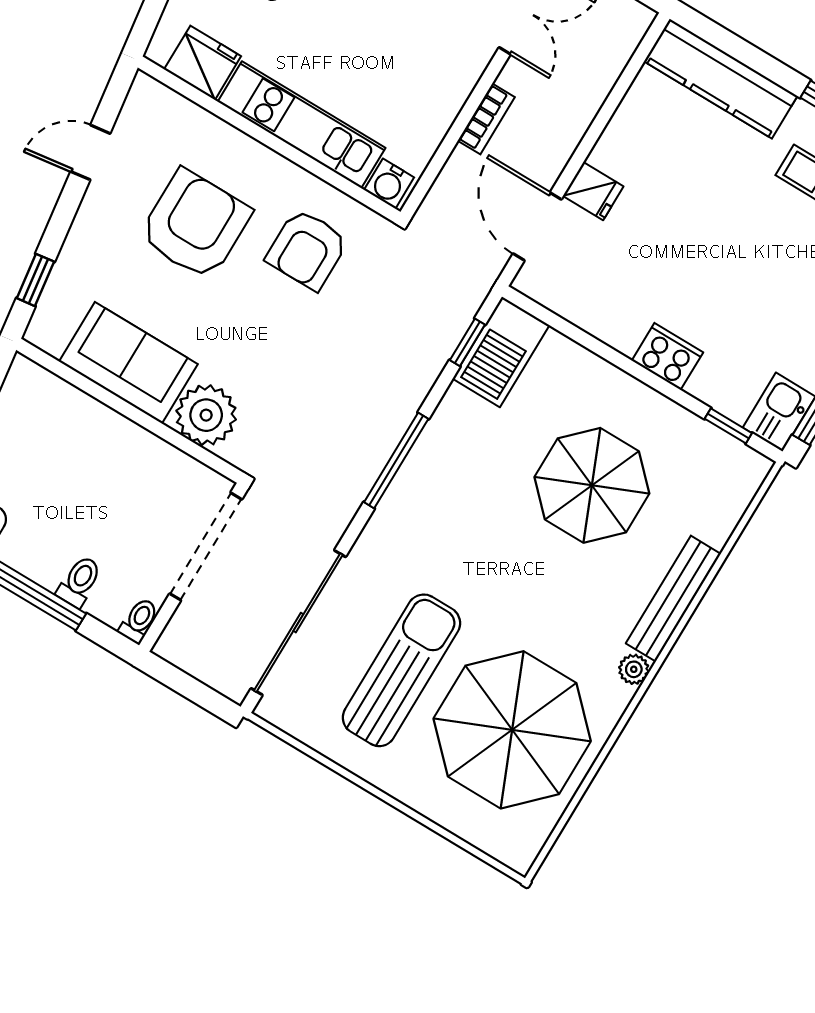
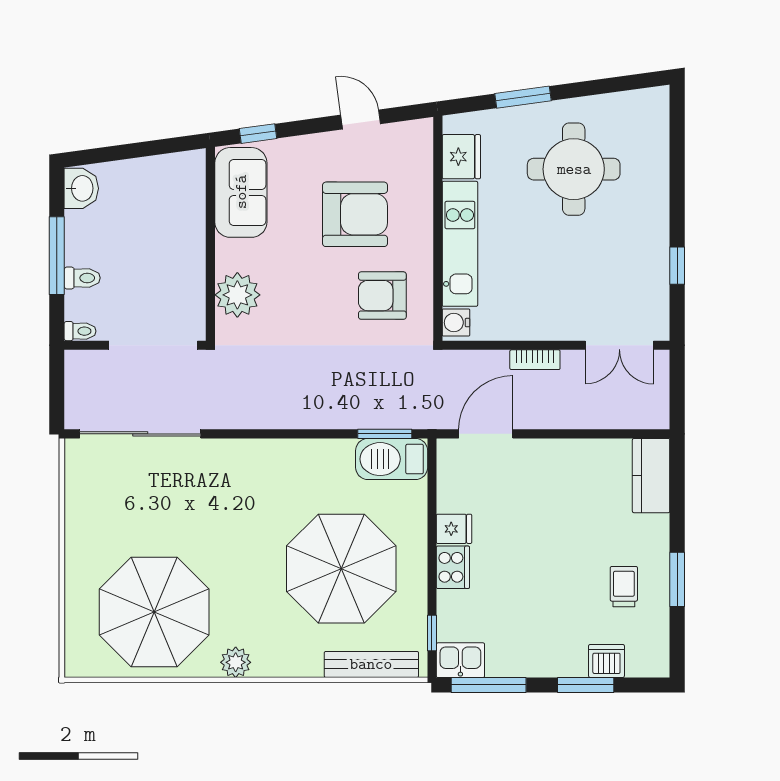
kitchen counter: (721, 79) -> (651, 476), width x0.67
fridge: (593, 191) -> (454, 529), moved, turned -90
window: (467, 342) -> (385, 434), width x1.50
sofa: (128, 363) -> (241, 192), moved
window: (396, 460) -> (282, 434), removed
parasol: (592, 485) -> (341, 569), width x1.36, depth x1.36
bench: (673, 599) -> (371, 664), moved
plant: (634, 669) -> (236, 662), width x1.38, depth x1.38
sun lounger: (401, 670) -> (150, 518), removed

